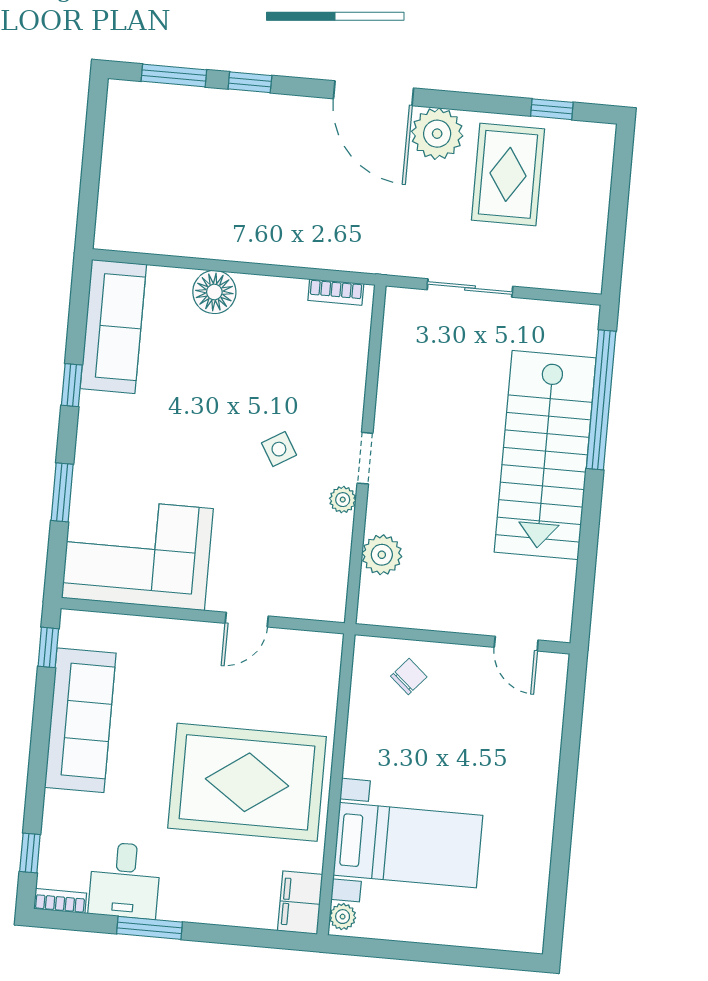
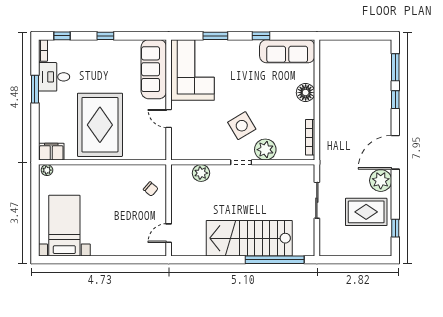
bookcase: (336, 292) -> (310, 137), width x1.56
side table: (279, 449) -> (242, 126), width x1.87, depth x1.87
plant: (343, 500) -> (265, 150), moved, width x1.88, depth x1.88
window: (48, 647) -> (105, 36), moved
sofa: (80, 720) -> (154, 69), moved, turned 90
bed with nightstands: (408, 845) -> (64, 226), moved, turned 180

